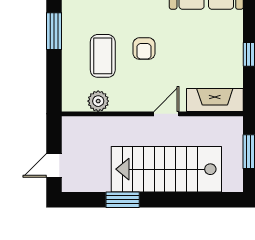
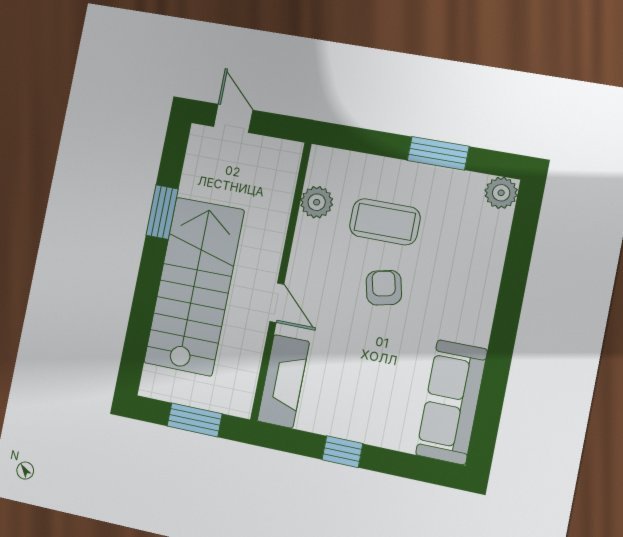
armchair: (144, 49) -> (384, 288), turned 77

